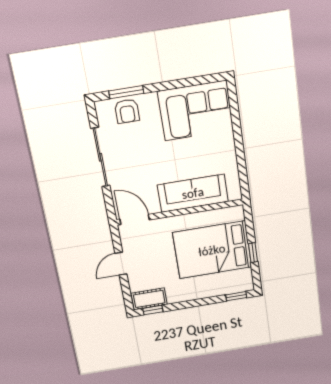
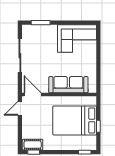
armchair: (127, 111) -> (39, 33), removed
door: (121, 264) -> (20, 108), moved

